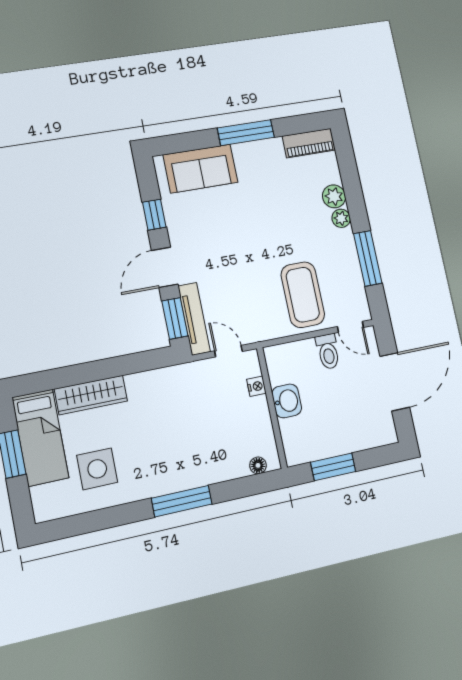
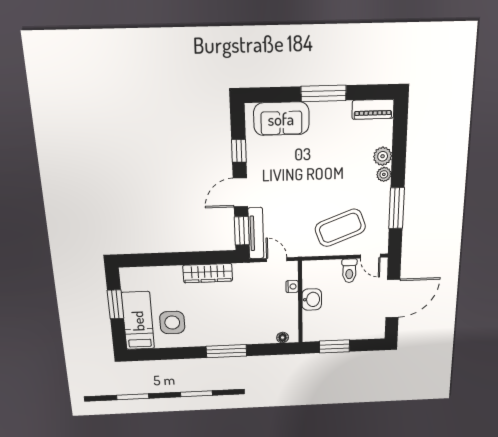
coffee table: (303, 295) -> (340, 228), turned 69
wardrobe: (91, 395) -> (208, 273), moved
bed: (40, 438) -> (138, 321), moved, turned 180

